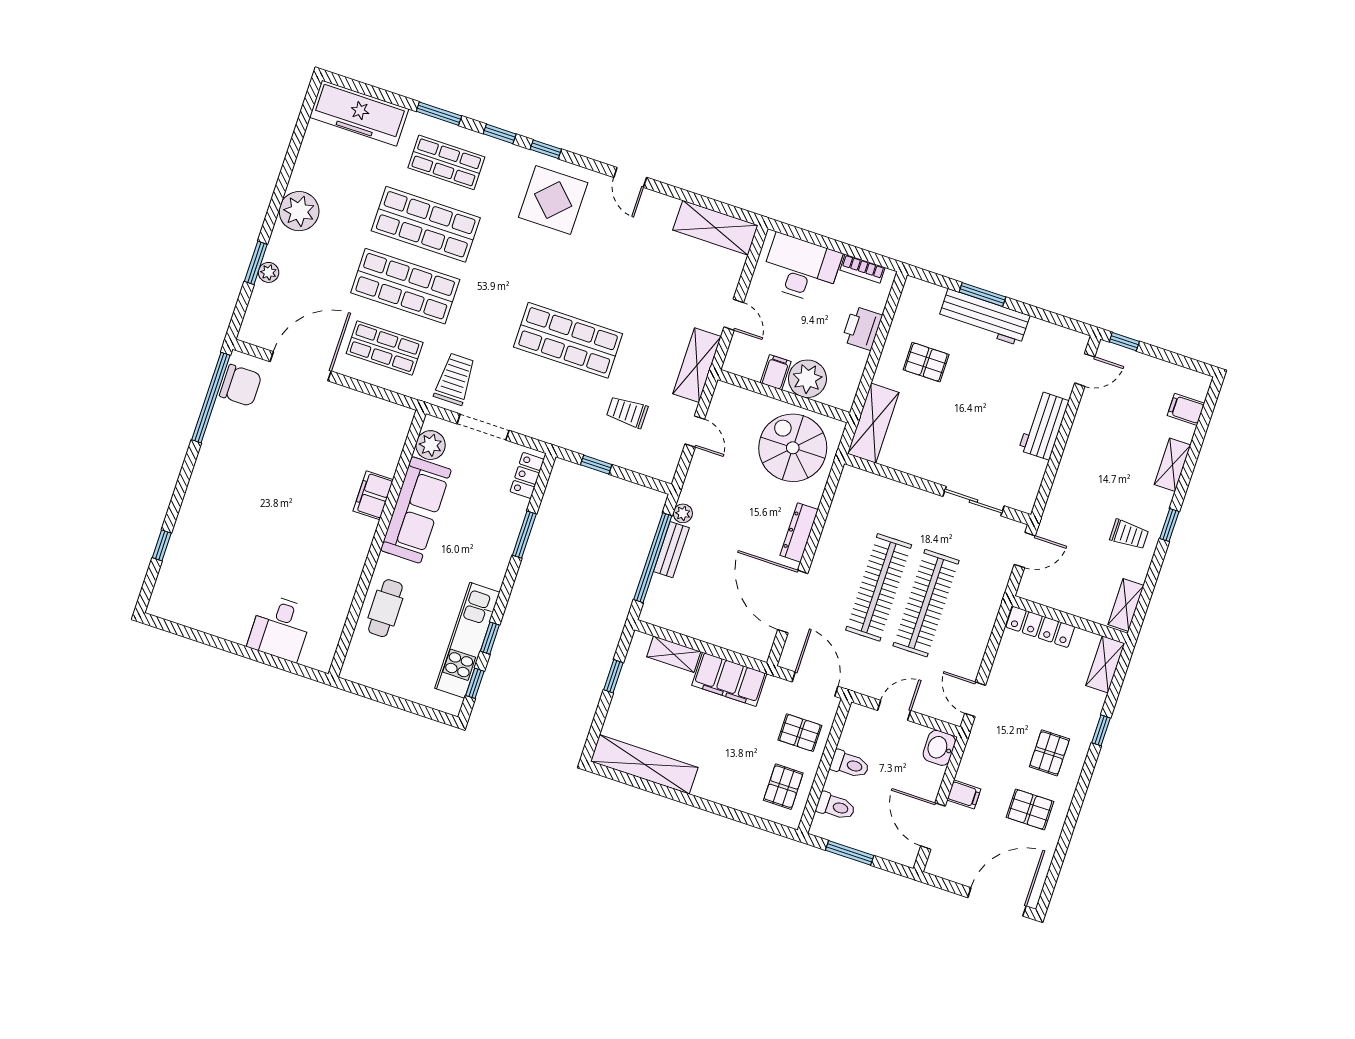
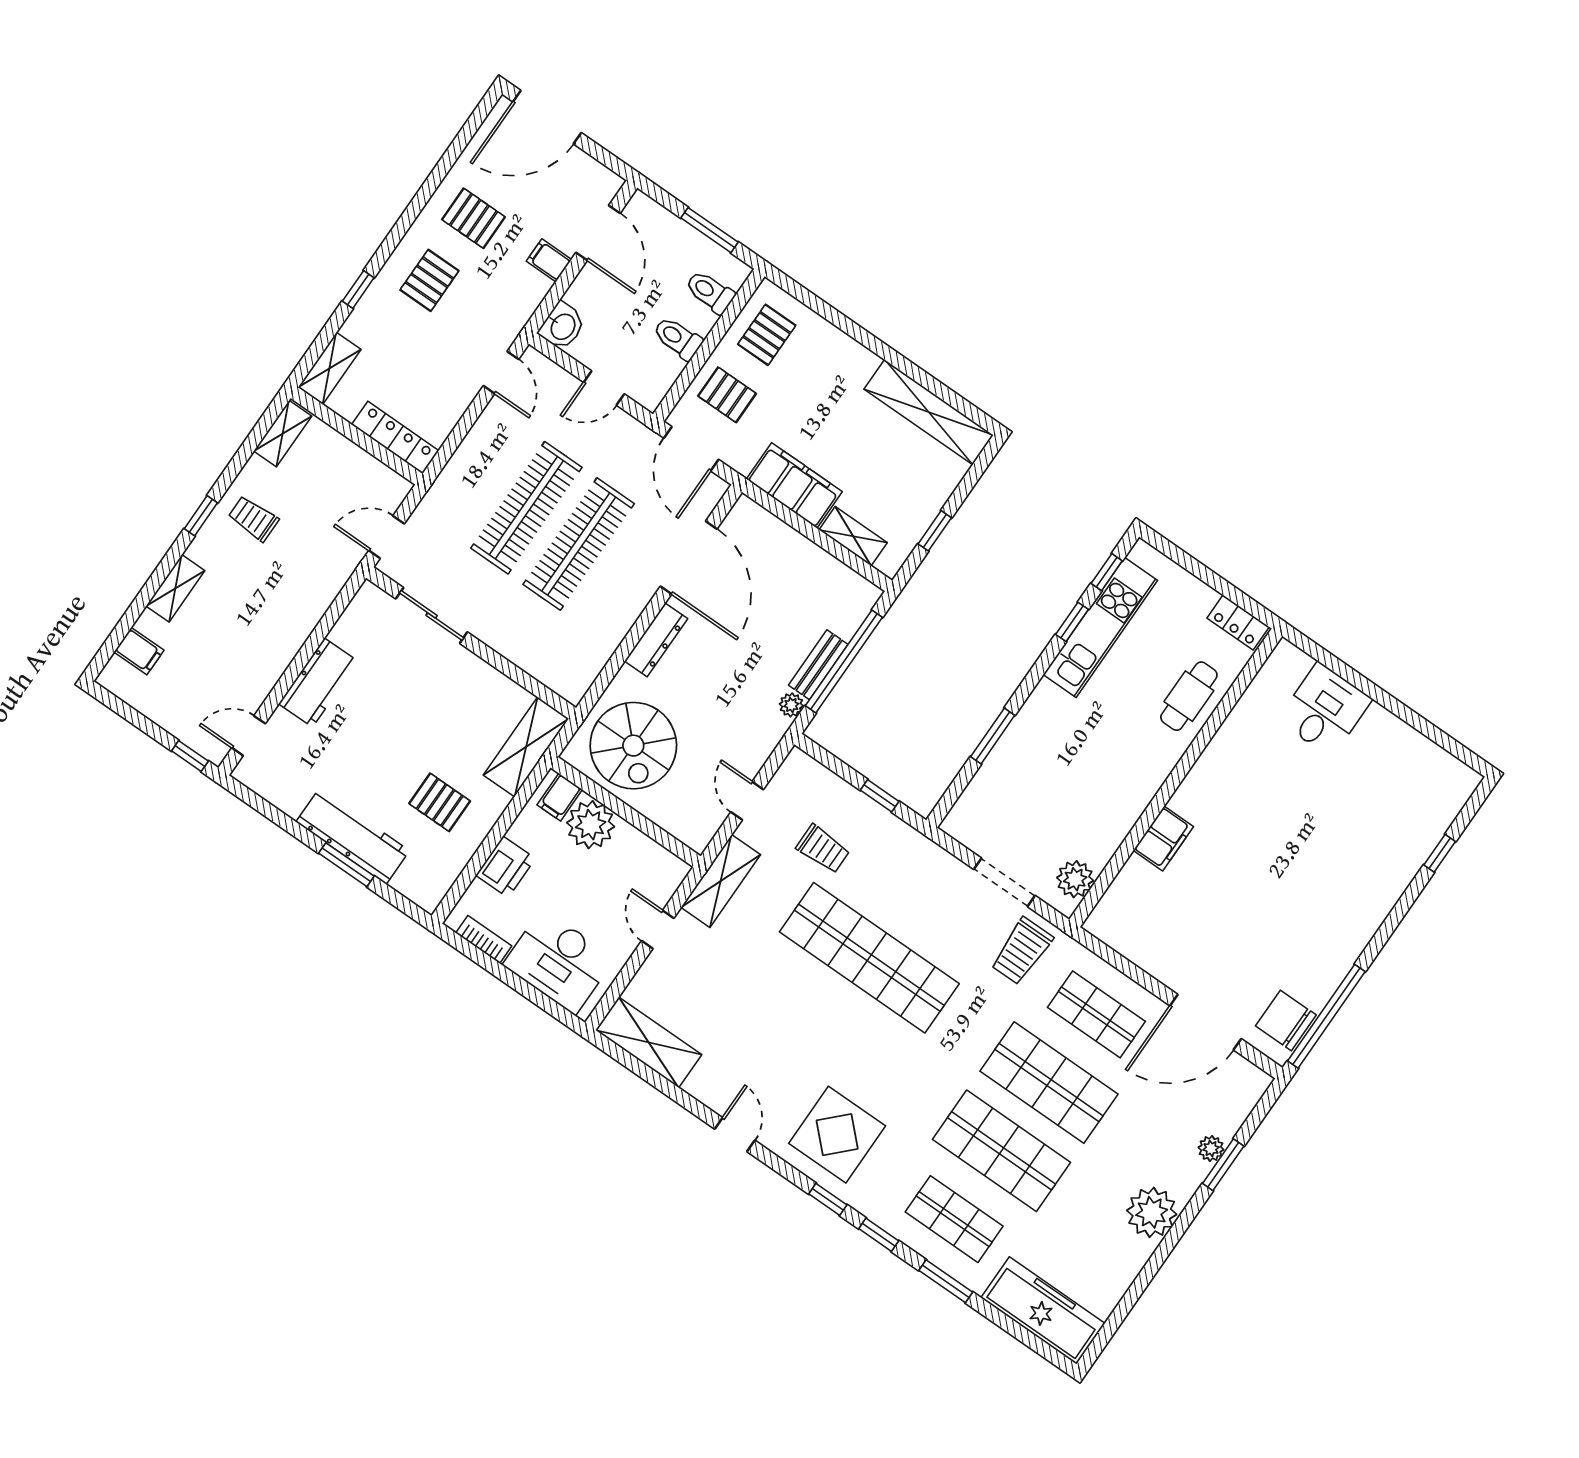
shop shelf: (568, 340) -> (869, 958), width x1.40
filing cabinet: (776, 372) -> (560, 797), moved
locker: (527, 475) -> (1238, 622), moved, turned 90
sofa: (416, 510) -> (1116, 805), removed

